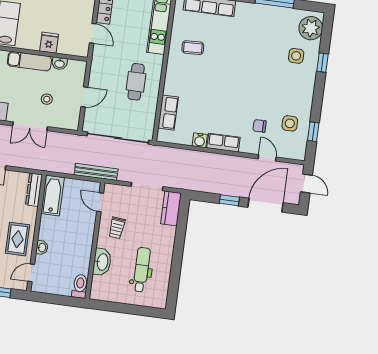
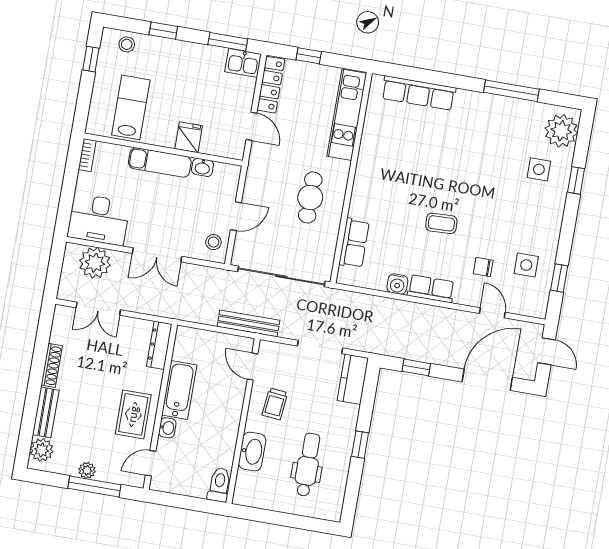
coffee table: (193, 48) -> (441, 223), moved
stool: (47, 99) -> (213, 242), moved
bathtub: (53, 196) -> (179, 390), moved
window: (229, 200) -> (416, 367), moved
window: (178, 254) -> (360, 445), added

